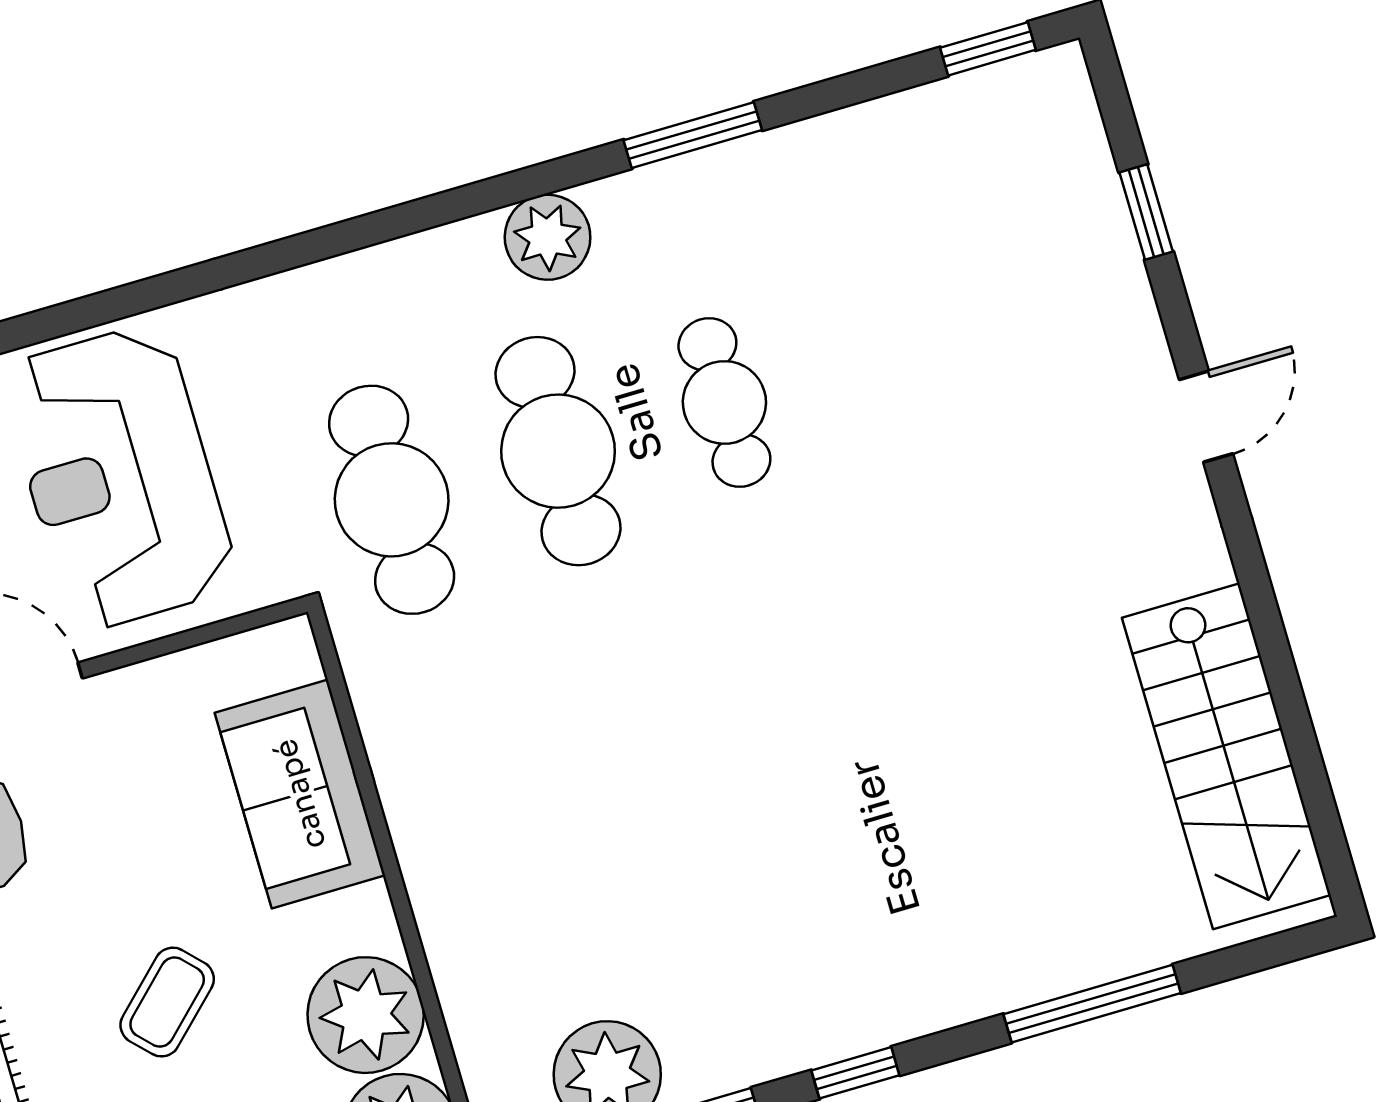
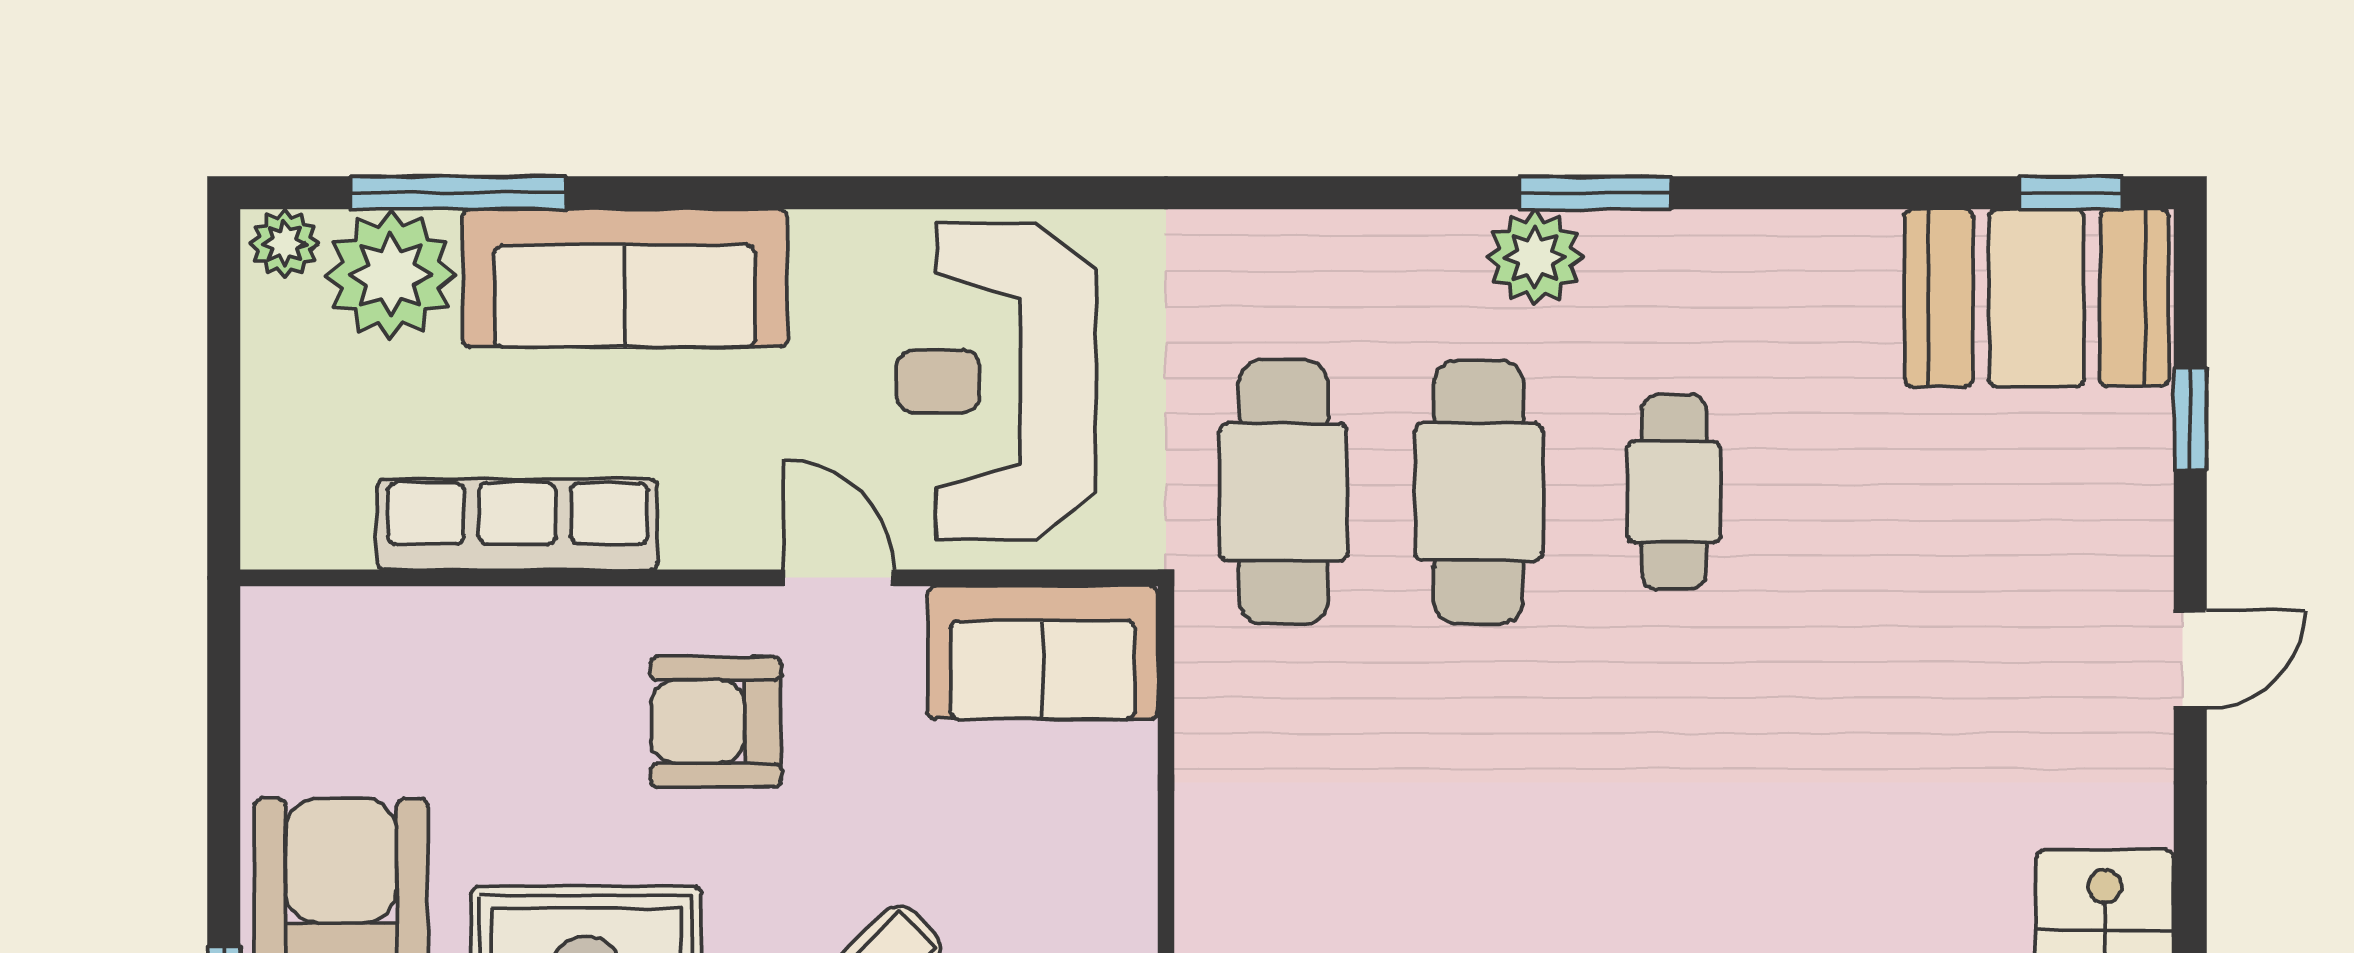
window: (693, 135) -> (1595, 193), moved
booth: (985, 147) -> (2036, 298), added
sofa: (300, 794) -> (1043, 653), moved, turned -90

